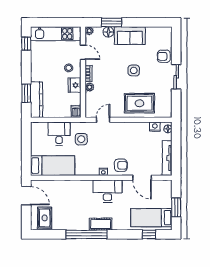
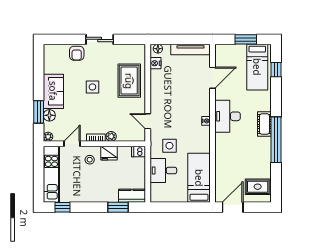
kitchen counter: (37, 100) -> (132, 196), width x0.67
armchair: (121, 165) -> (199, 101), removed

